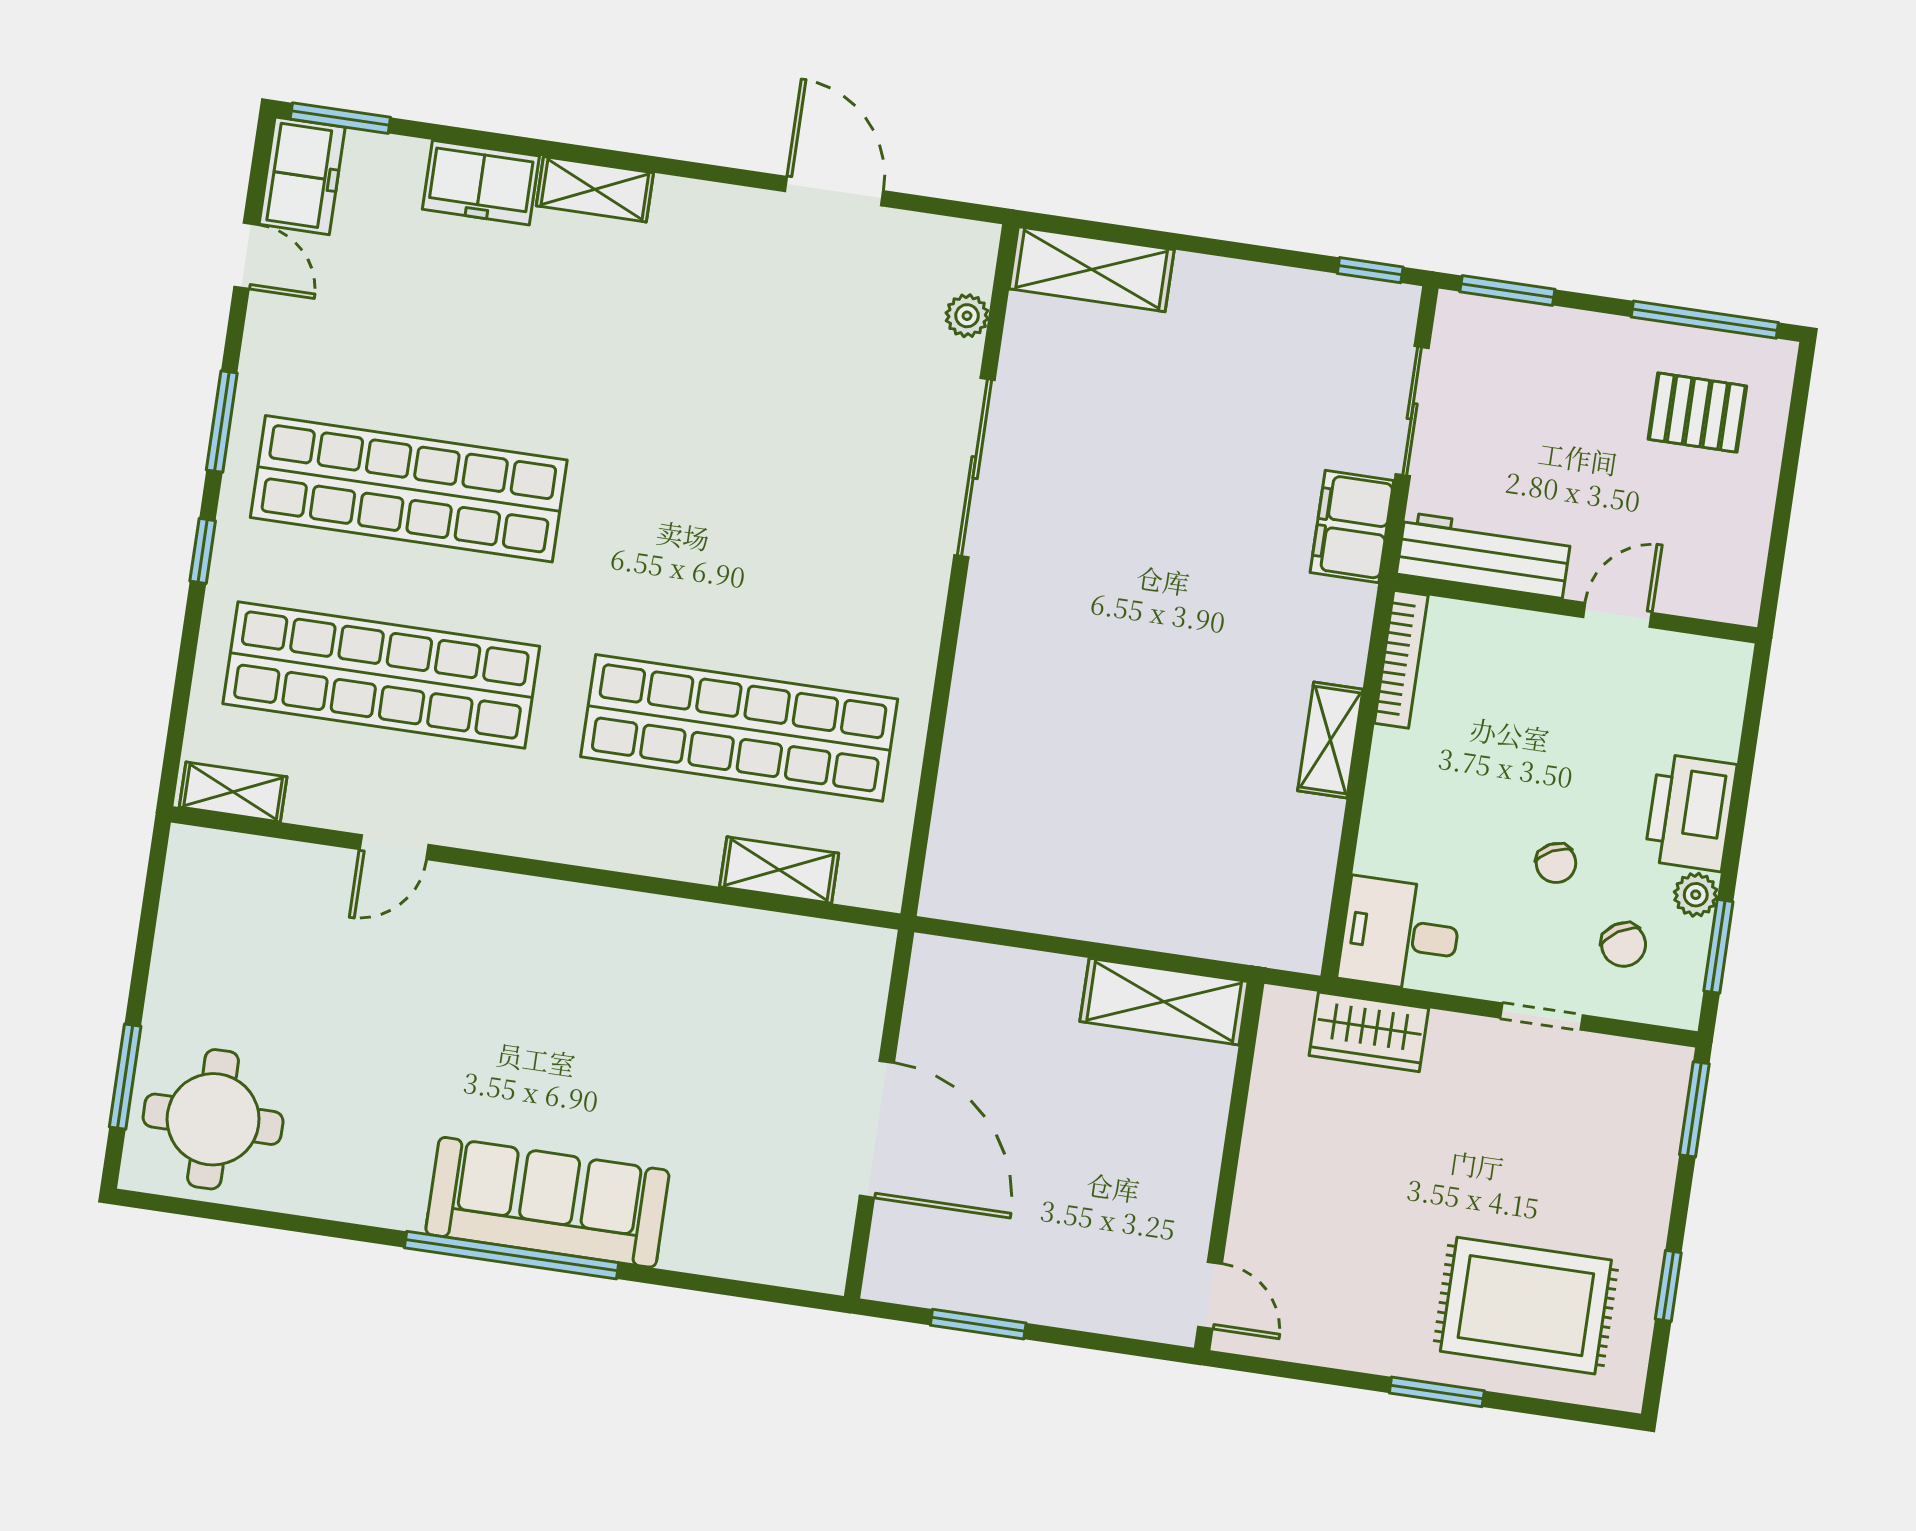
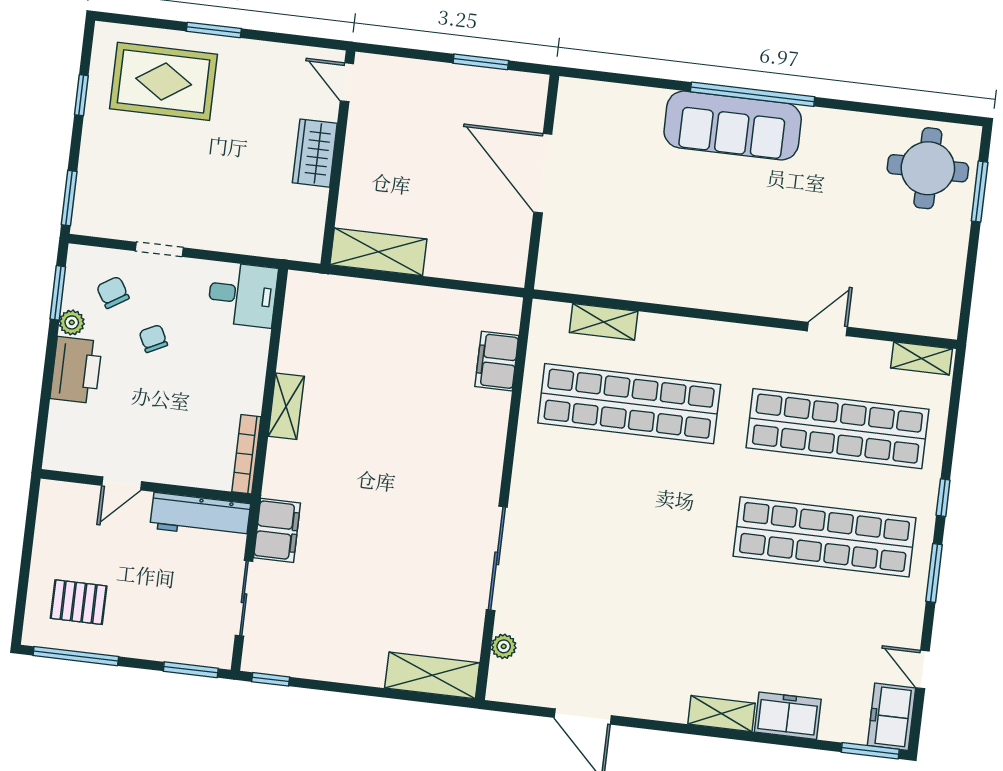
filing cabinet: (965, 808) -> (497, 361), added
wardrobe: (1369, 1032) -> (315, 153), moved, turned -90

